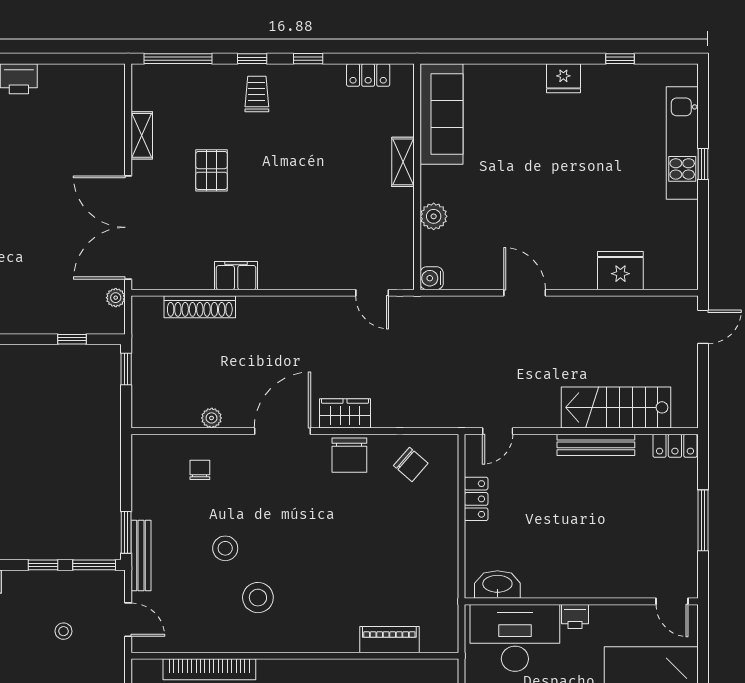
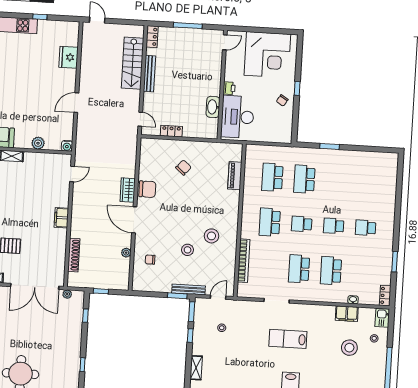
window: (703, 164) -> (40, 17), moved
filing cabinet: (236, 276) -> (61, 218), moved
chair: (411, 464) -> (184, 167), moved
washbasin: (497, 585) -> (213, 107), moved

